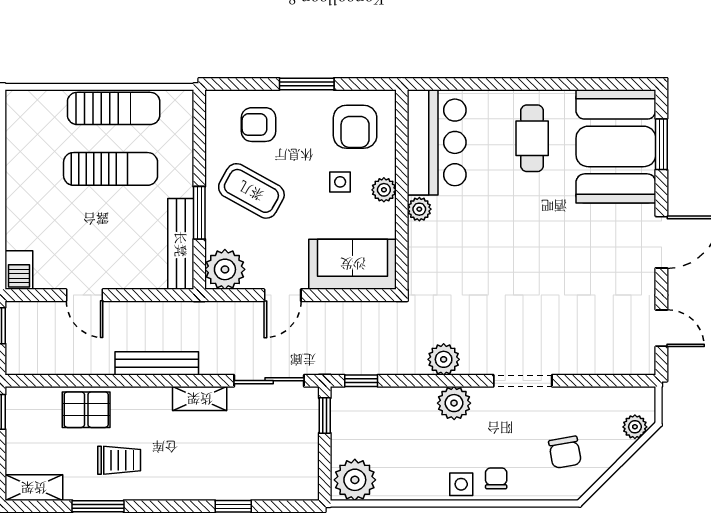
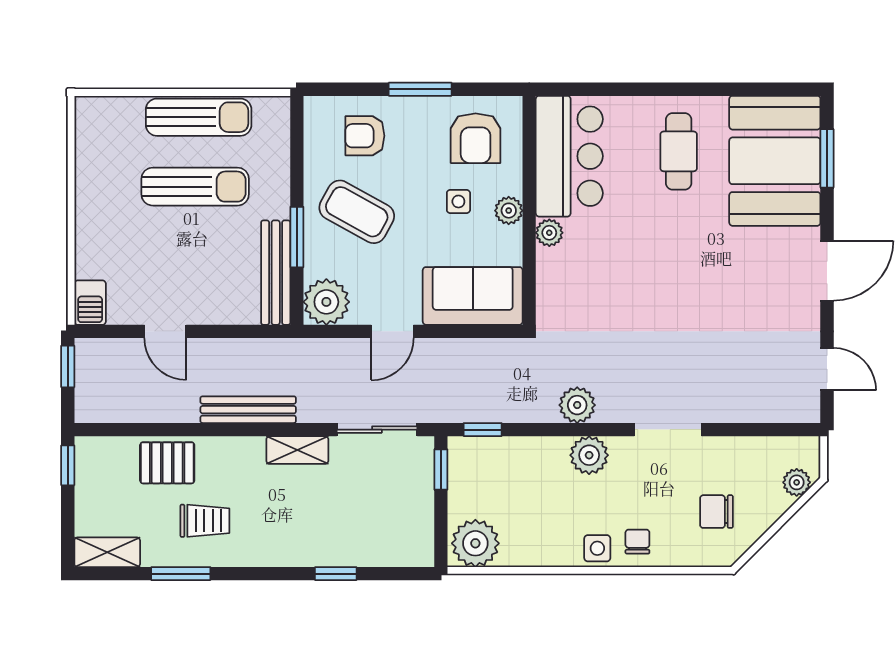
chair: (565, 452) -> (716, 512), turned 100

